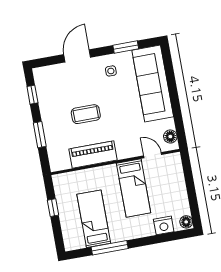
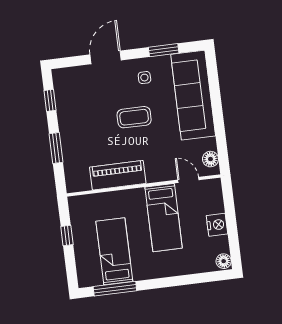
coffee table: (86, 114) -> (134, 117), moved
nightstand: (164, 225) -> (217, 225), moved, turned -90
window: (110, 248) -> (115, 289), moved

